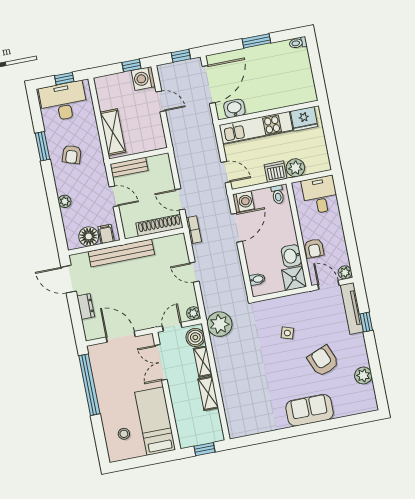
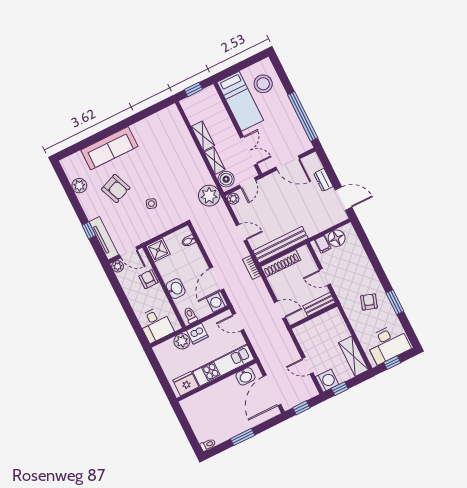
shelving: (113, 132) -> (354, 356), moved
door: (180, 199) -> (280, 310), moved
plant: (65, 201) -> (364, 262), removed
bench: (121, 253) -> (281, 245), moved
washbasin: (291, 256) -> (176, 289), moved
sofa: (310, 410) -> (109, 148), width x1.36
stool: (124, 434) -> (263, 84), width x1.89, depth x1.89

